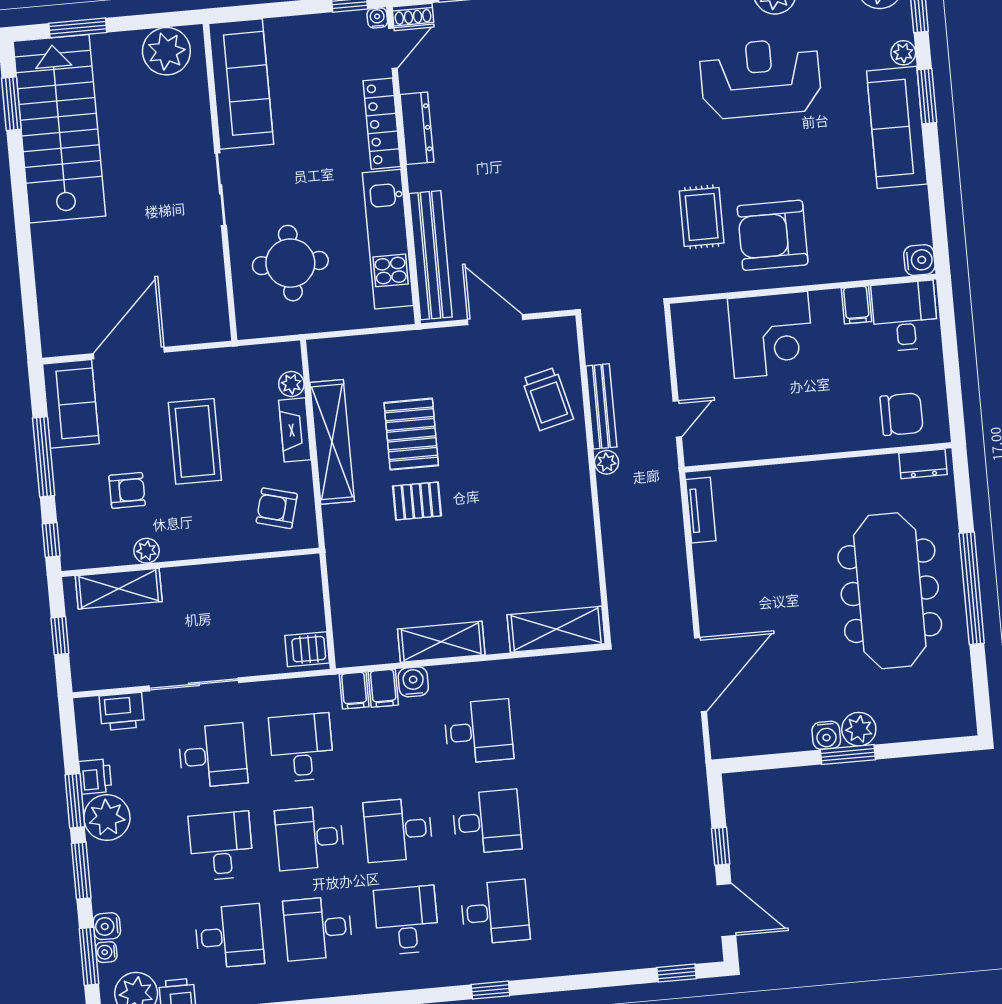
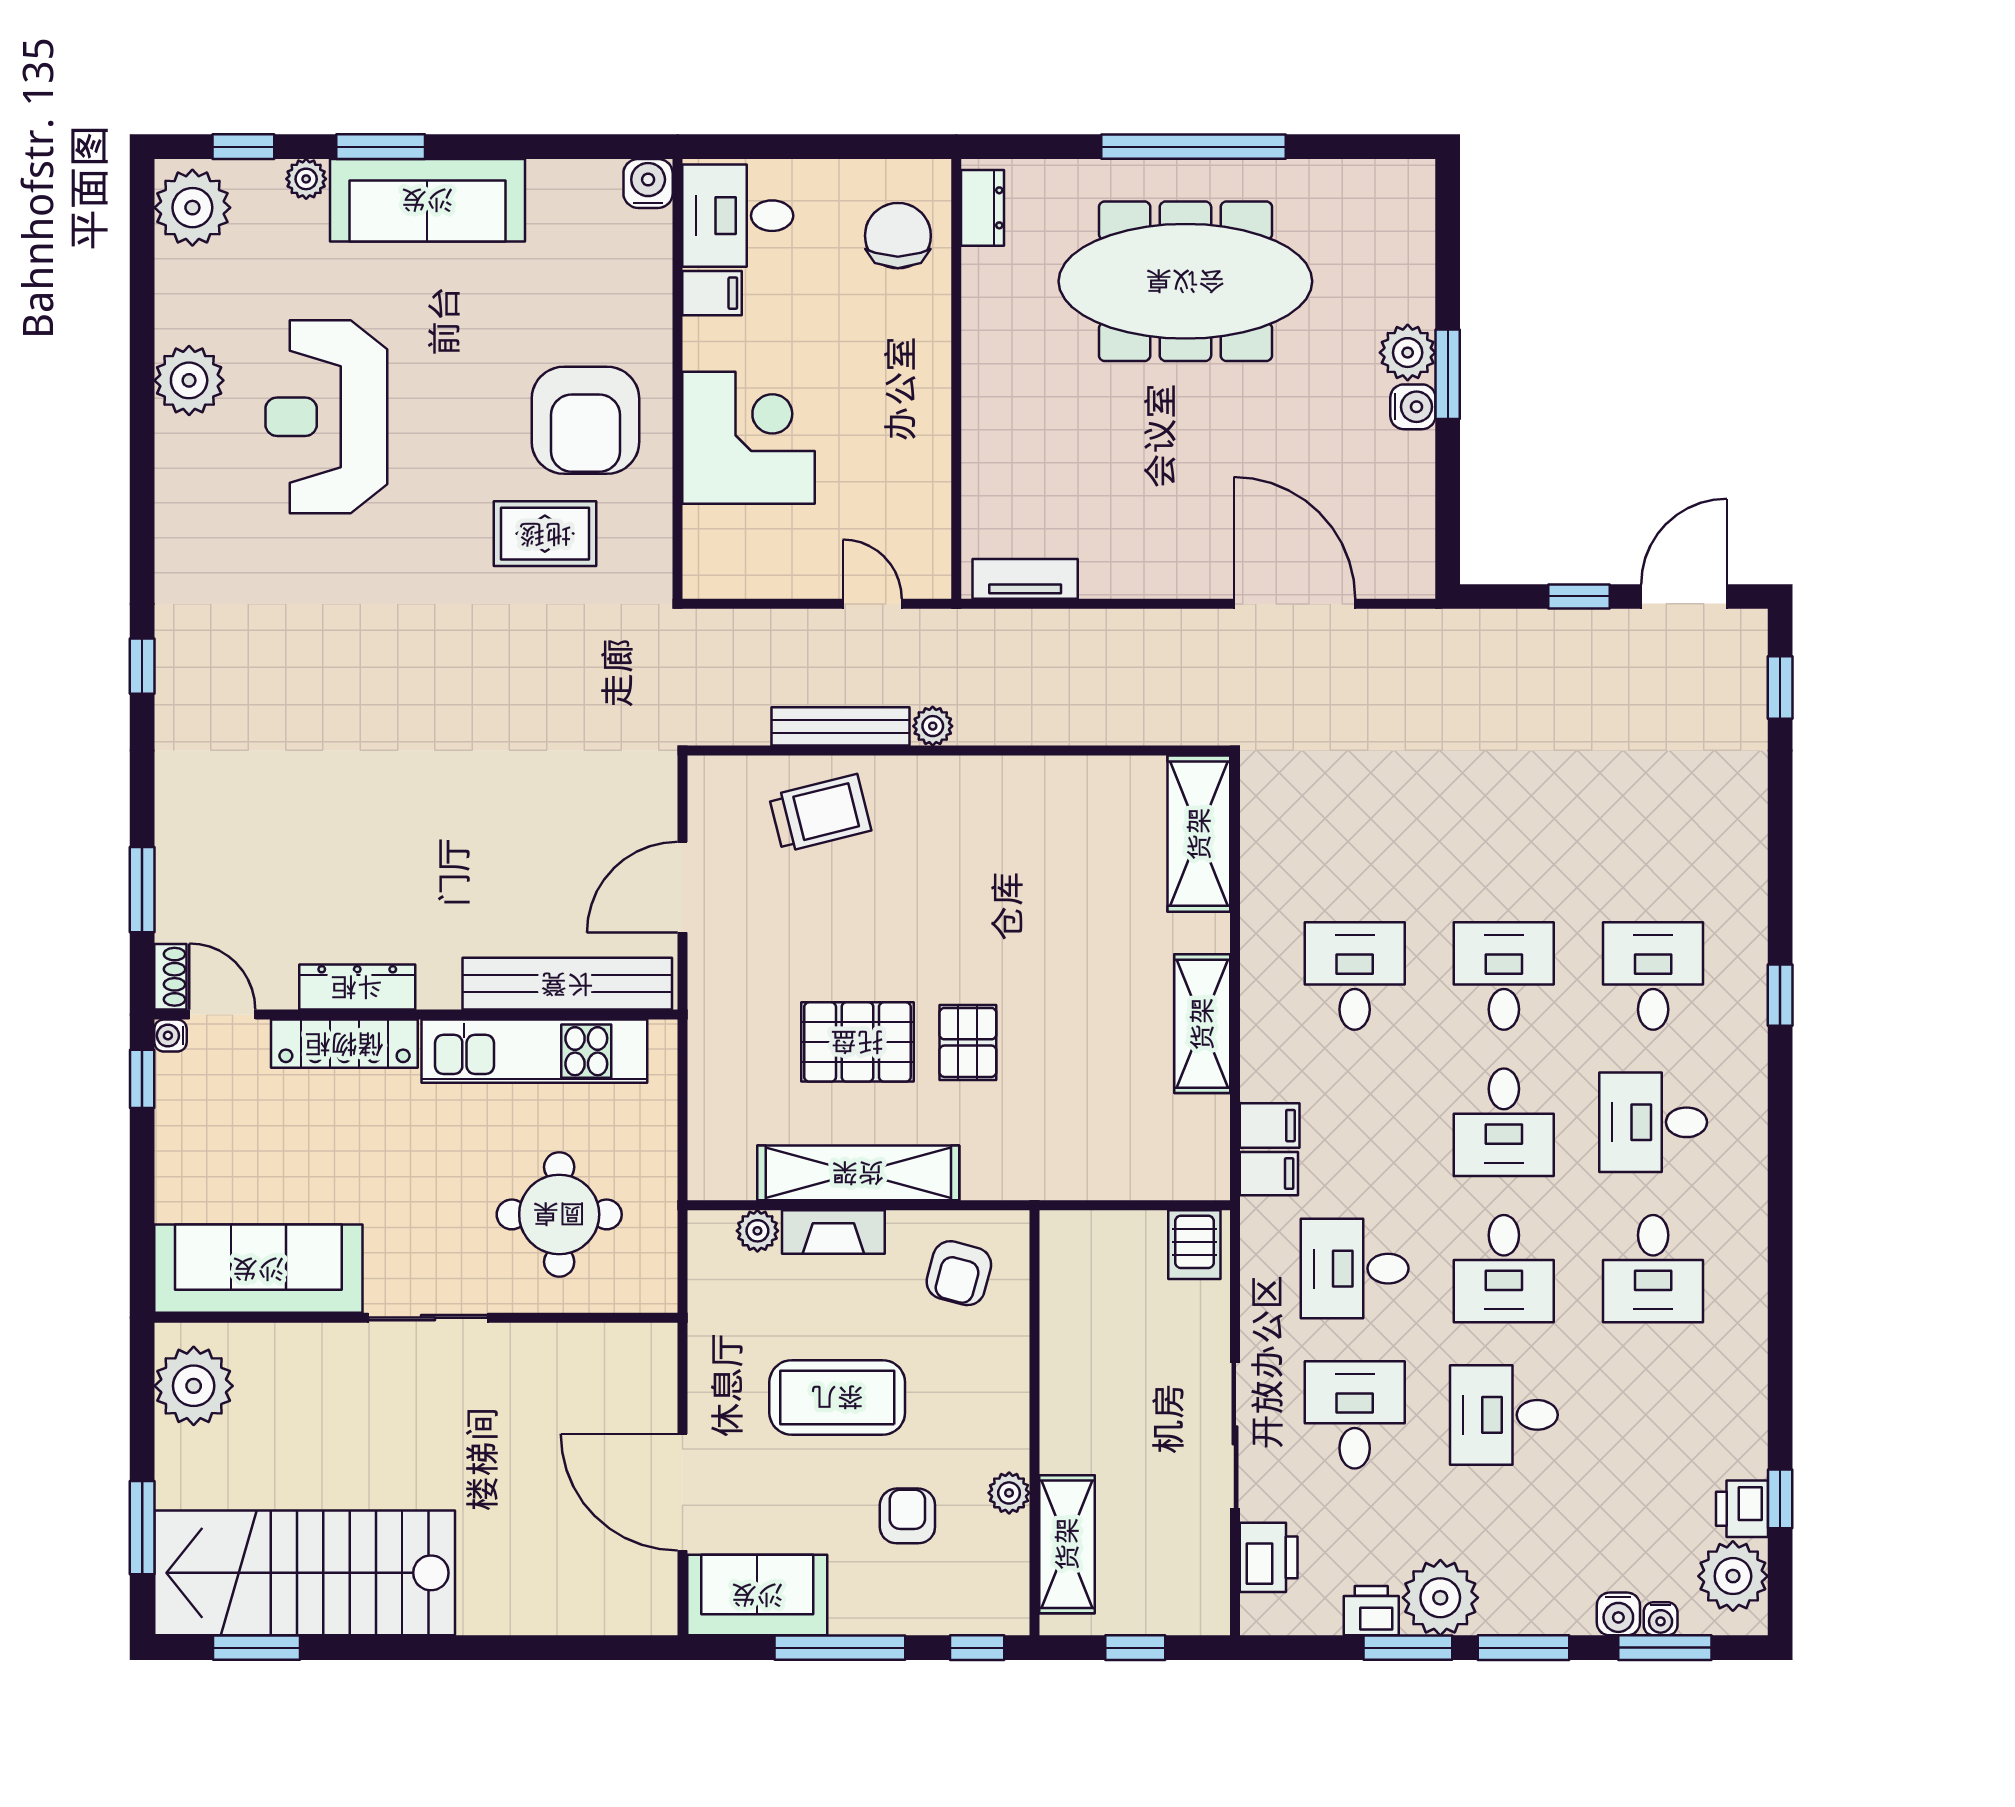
water cooler: (413, 682) -> (1264, 1075), removed
desk: (229, 936) -> (1653, 1415), removed

